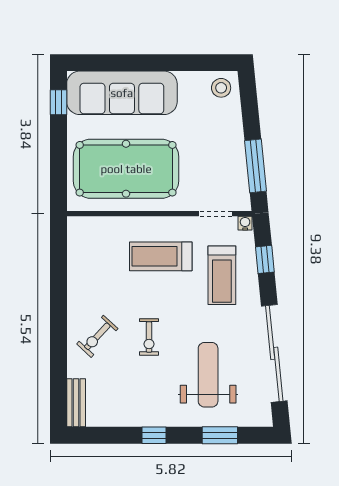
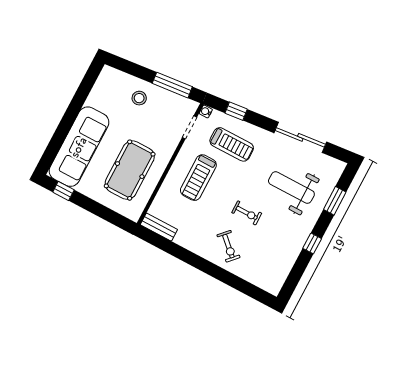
stool: (221, 88) -> (139, 98), moved
pool table: (126, 169) -> (130, 170), width x0.73, depth x0.76
sliding door: (274, 353) -> (300, 137), width x0.73
bench: (76, 403) -> (159, 227), moved

